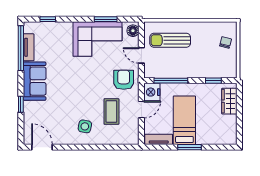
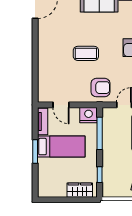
door: (141, 109) -> (61, 105), moved
coffee table: (111, 111) -> (86, 53), moved
side table: (85, 126) -> (55, 50), removed

